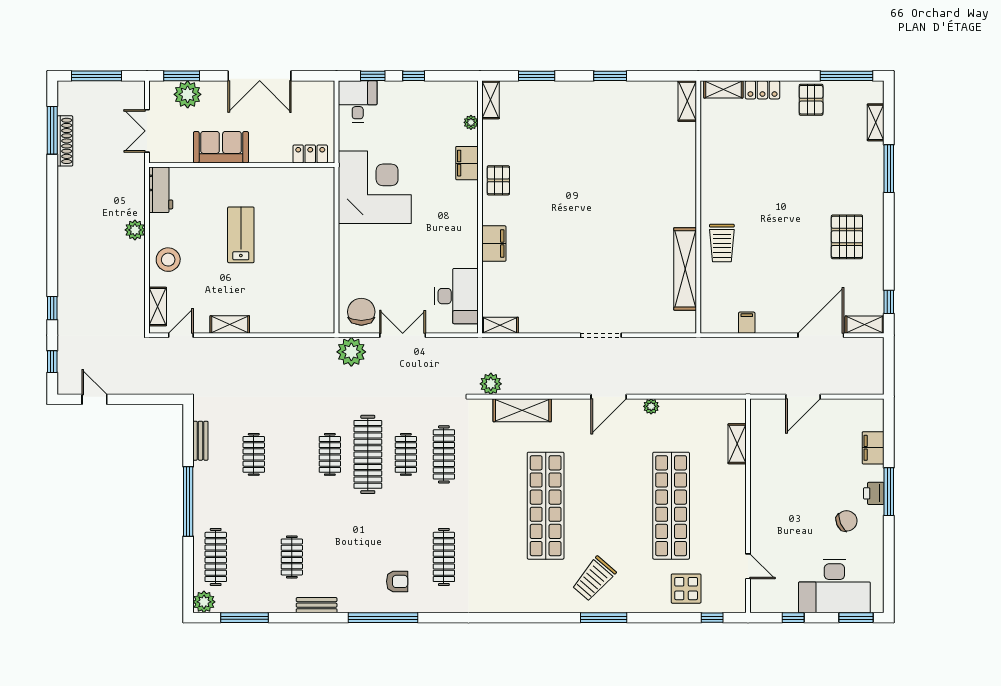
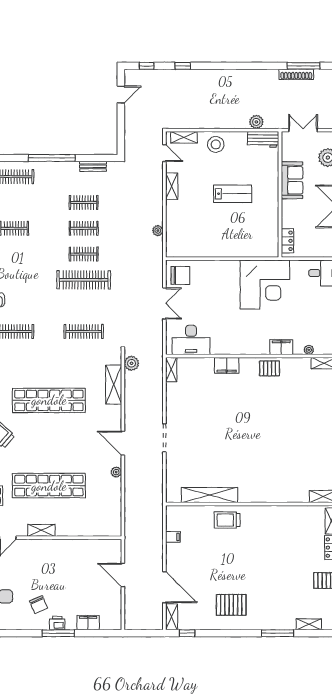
plant: (135, 230) -> (256, 122), moved
plant: (351, 352) -> (158, 231), moved, width x0.53, depth x0.53
shelving: (737, 444) -> (41, 530), moved
clothes rail: (406, 454) -> (84, 228), moved

